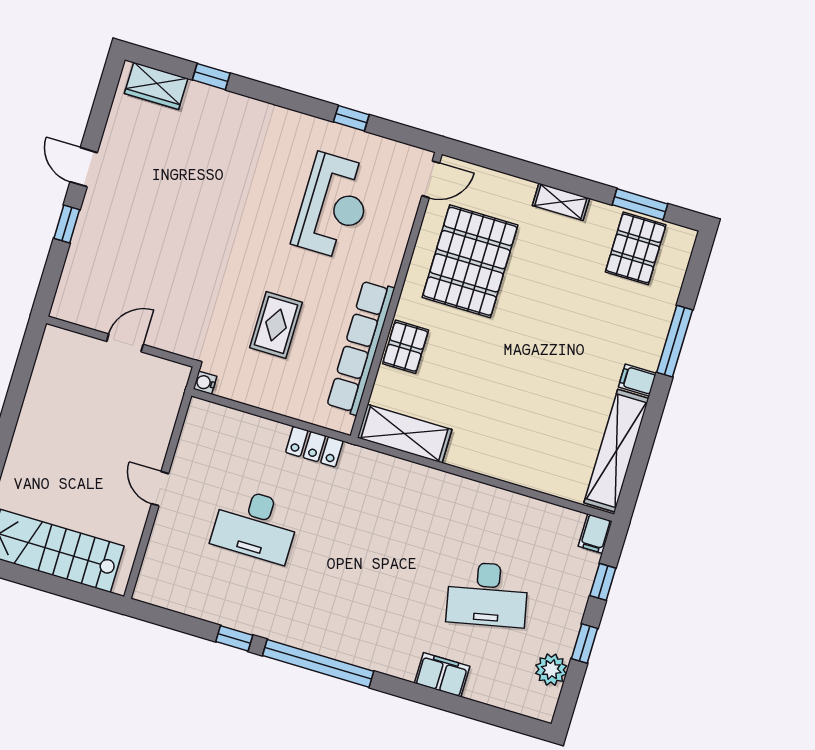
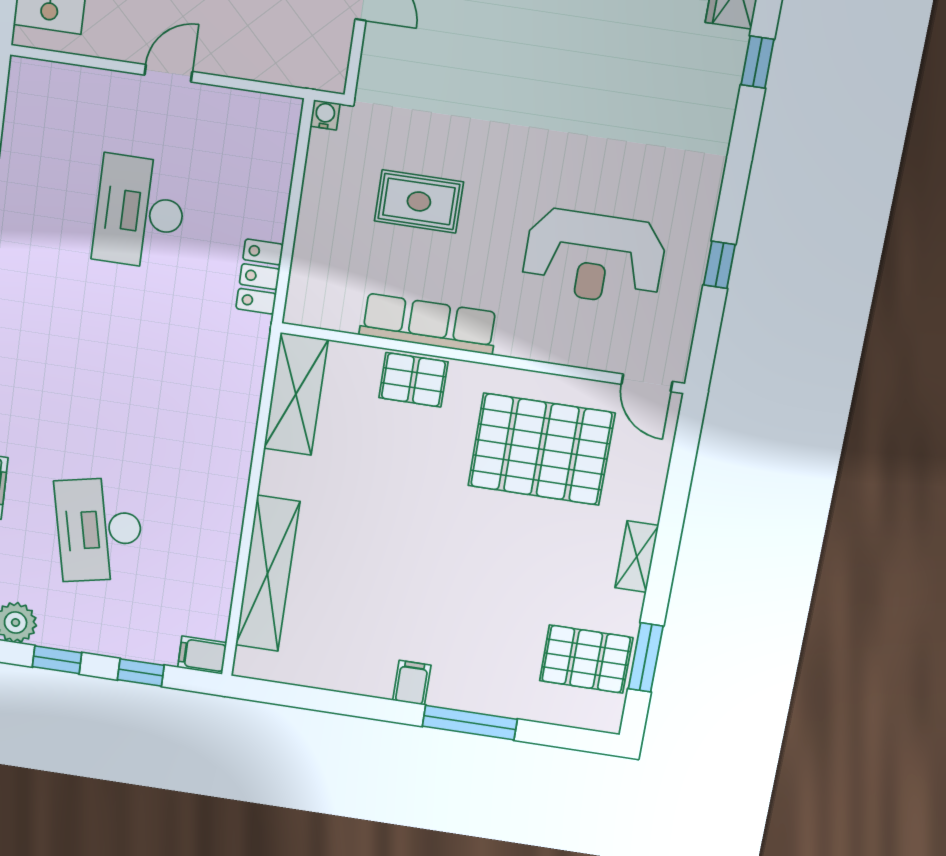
row of seats: (361, 347) -> (429, 324), width x0.73
shelving: (616, 451) -> (268, 574), moved, turned 90

